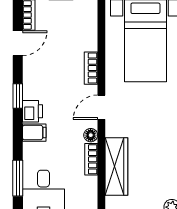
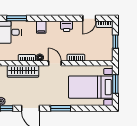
door: (18, 43) -> (89, 18), hinge flipped
window: (18, 96) -> (61, 18), removed
printer: (33, 111) -> (67, 26), moved

